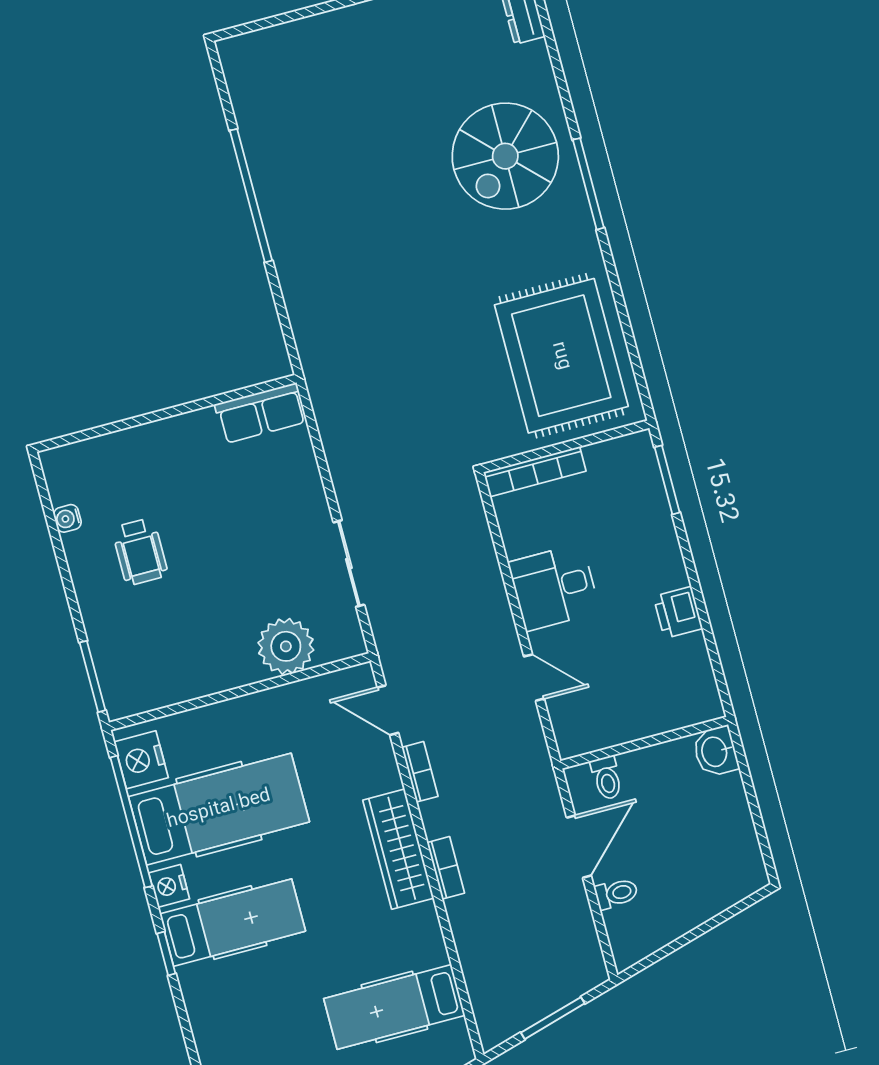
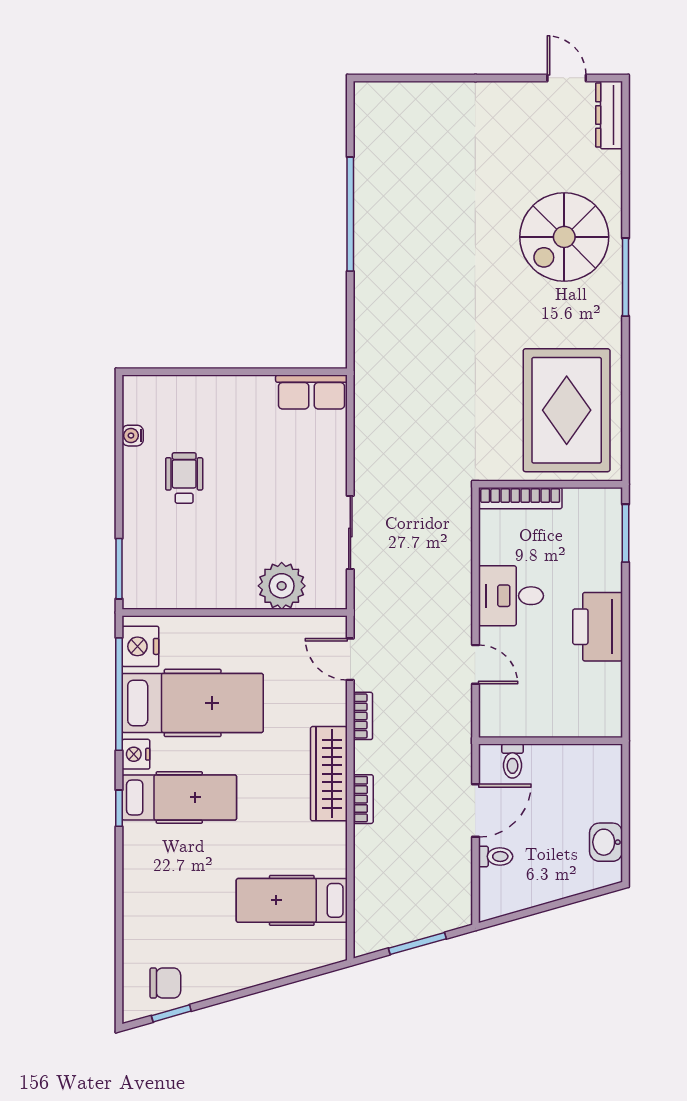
wheelchair: (140, 552) -> (184, 478), turned 180
printer: (678, 612) -> (598, 627), width x1.87, depth x1.48
washbasin: (715, 751) -> (606, 842), moved

